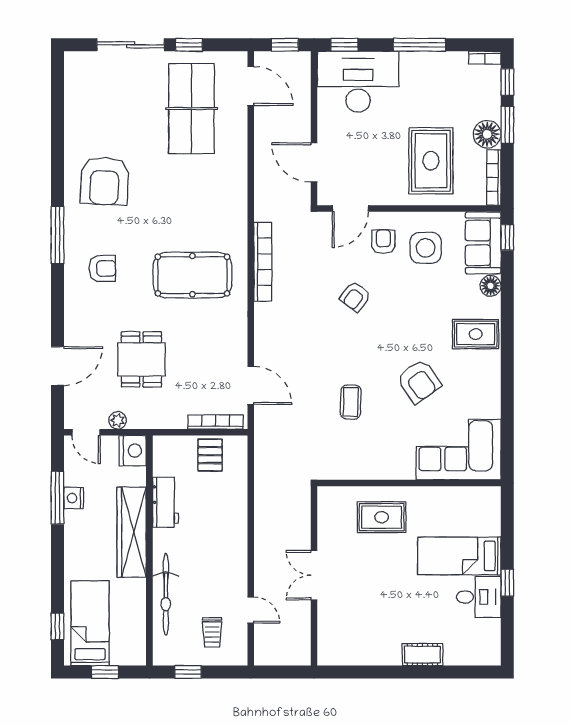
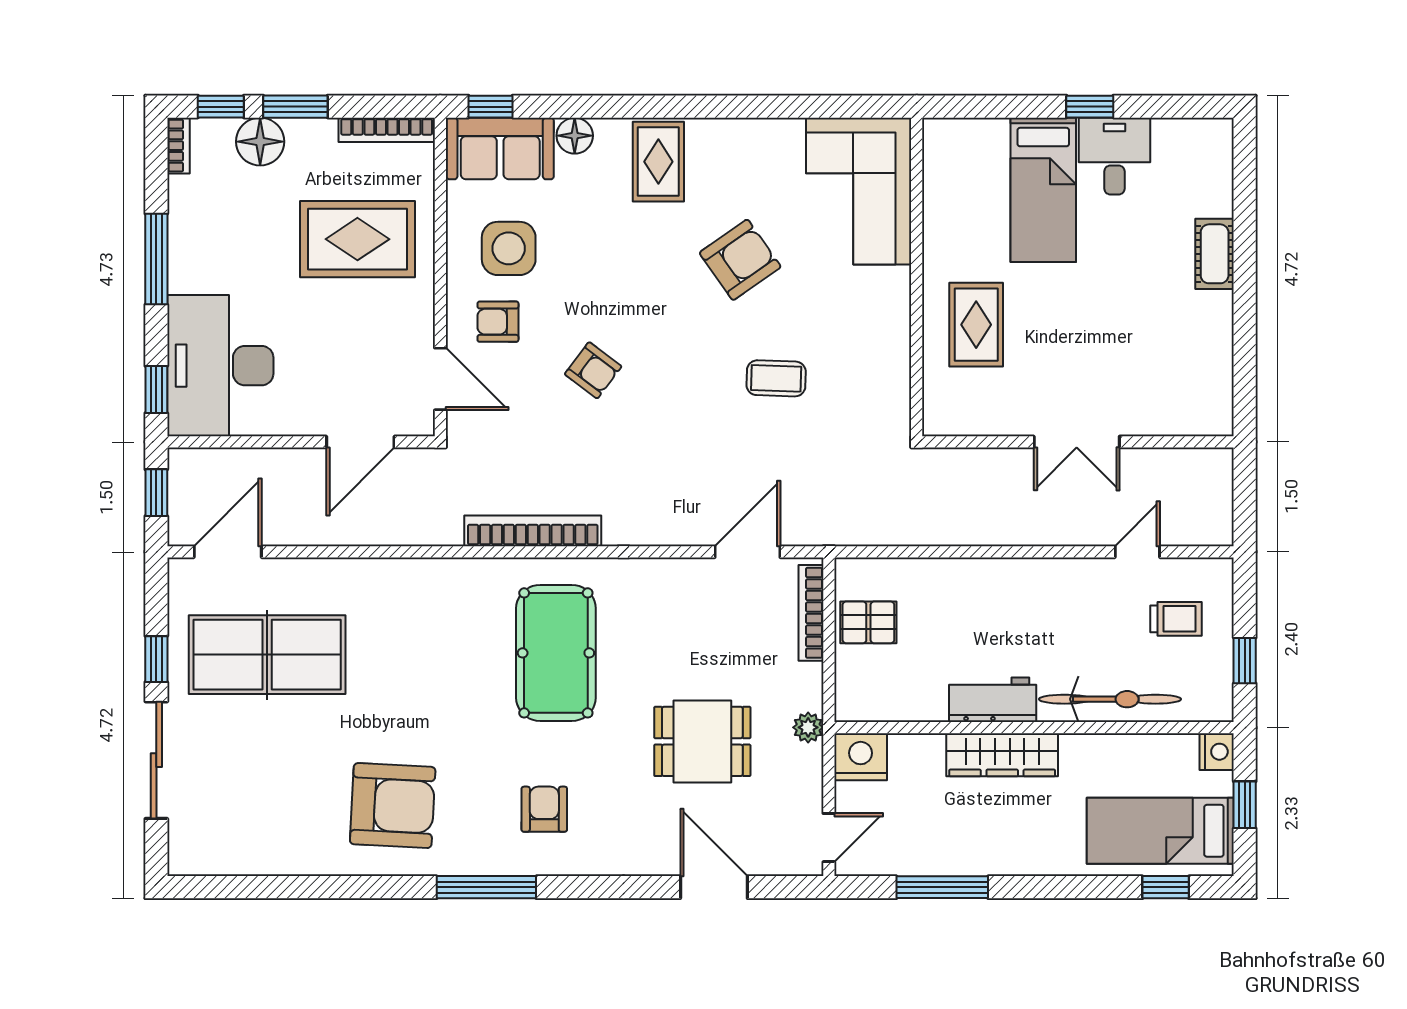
floor lamp: (487, 134) -> (260, 142), moved
plant: (118, 420) -> (808, 727), moved
nightstand: (74, 498) -> (1217, 752), moved, turned -90
workbench: (165, 502) -> (993, 700), moved
wardrobe: (132, 532) -> (1002, 755), width x0.71, depth x0.85

